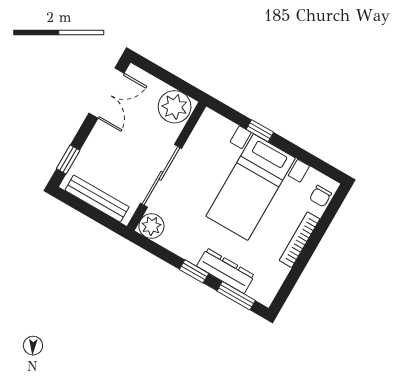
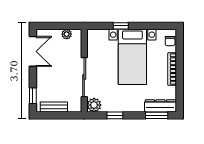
plant: (175, 107) -> (67, 34), width x0.53, depth x0.53
bench: (97, 199) -> (54, 107), width x0.73
window: (194, 271) -> (115, 115), moved
dresser: (226, 271) -> (160, 106), moved

